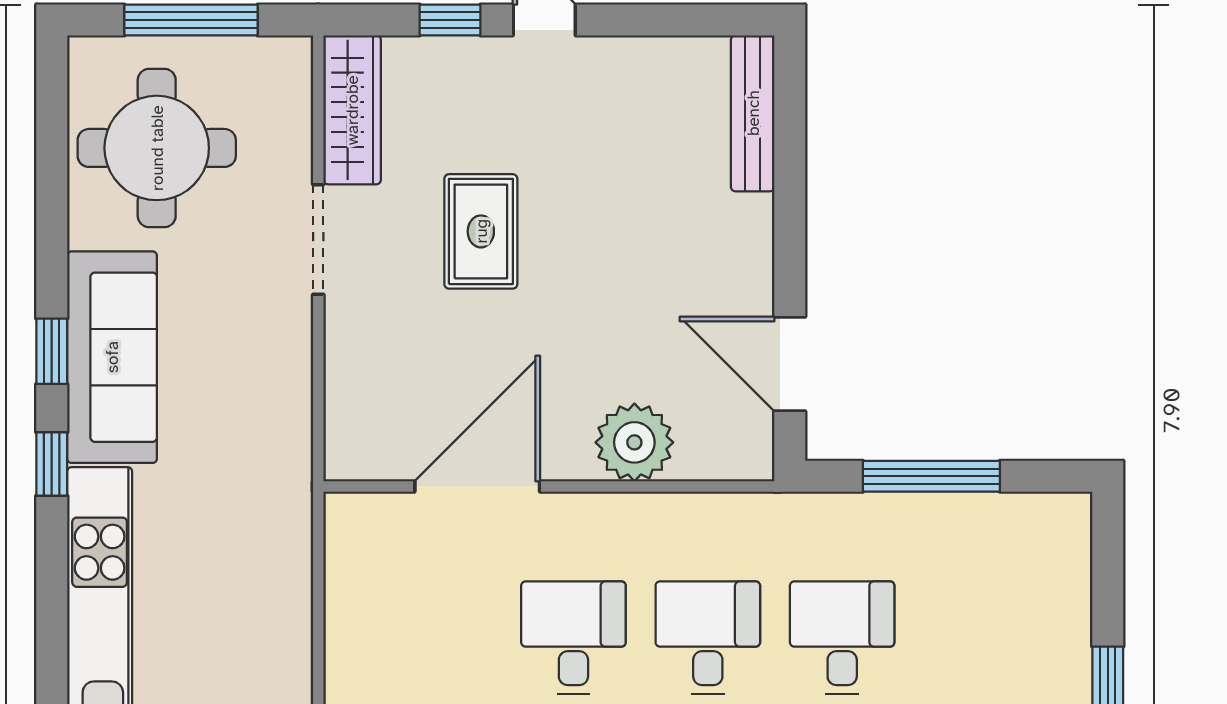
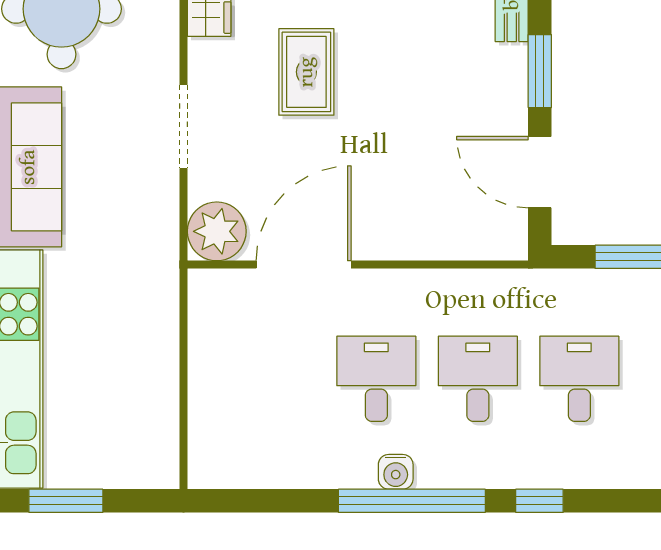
window: (790, 230) -> (540, 71), added
doorway: (318, 240) -> (184, 127), moved
plant: (634, 442) -> (217, 231), moved

